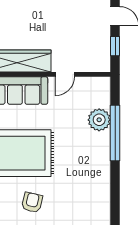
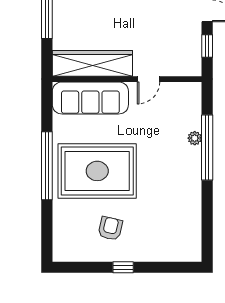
plant: (99, 120) -> (195, 138), width x0.53, depth x0.53

